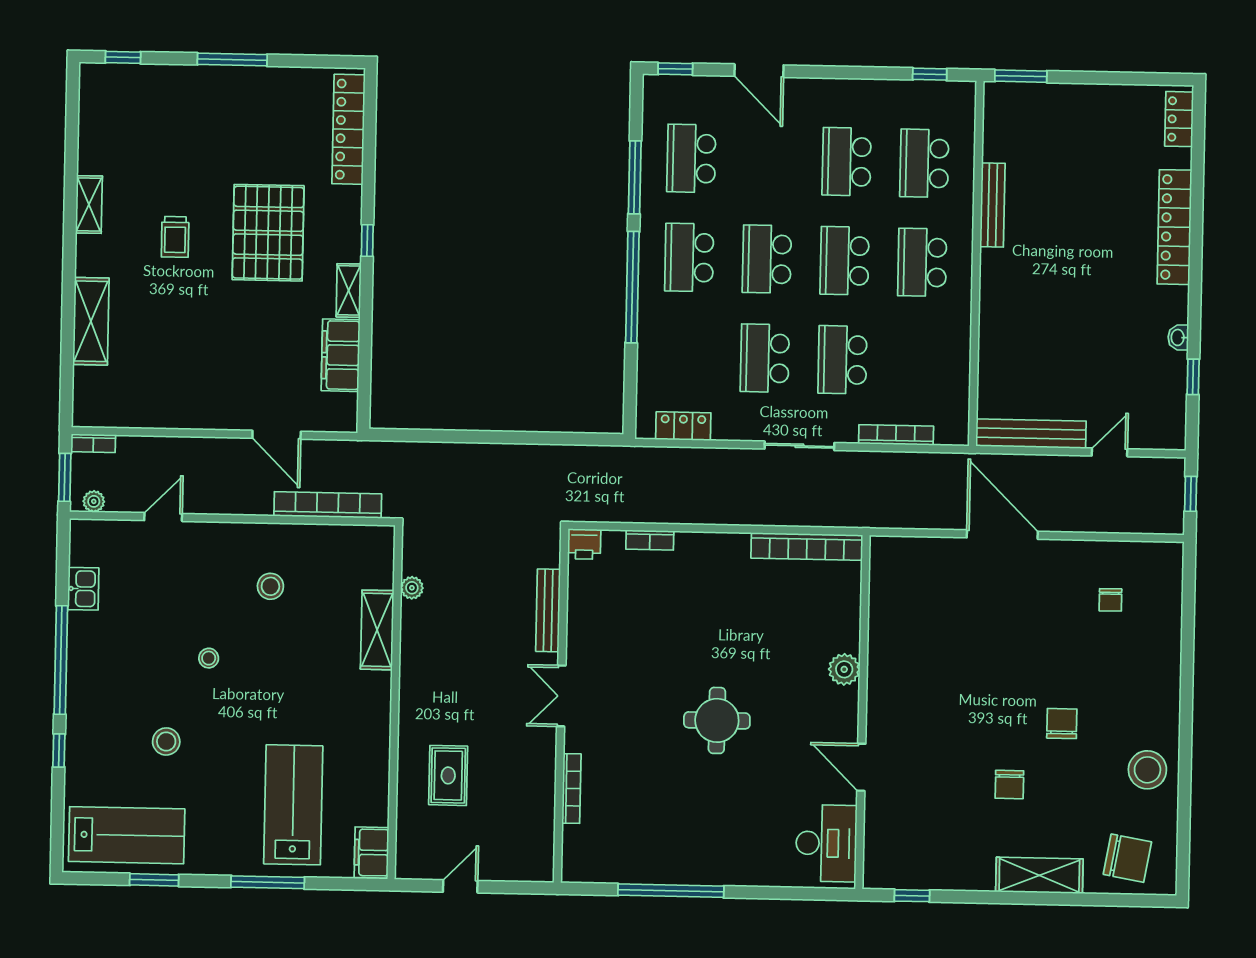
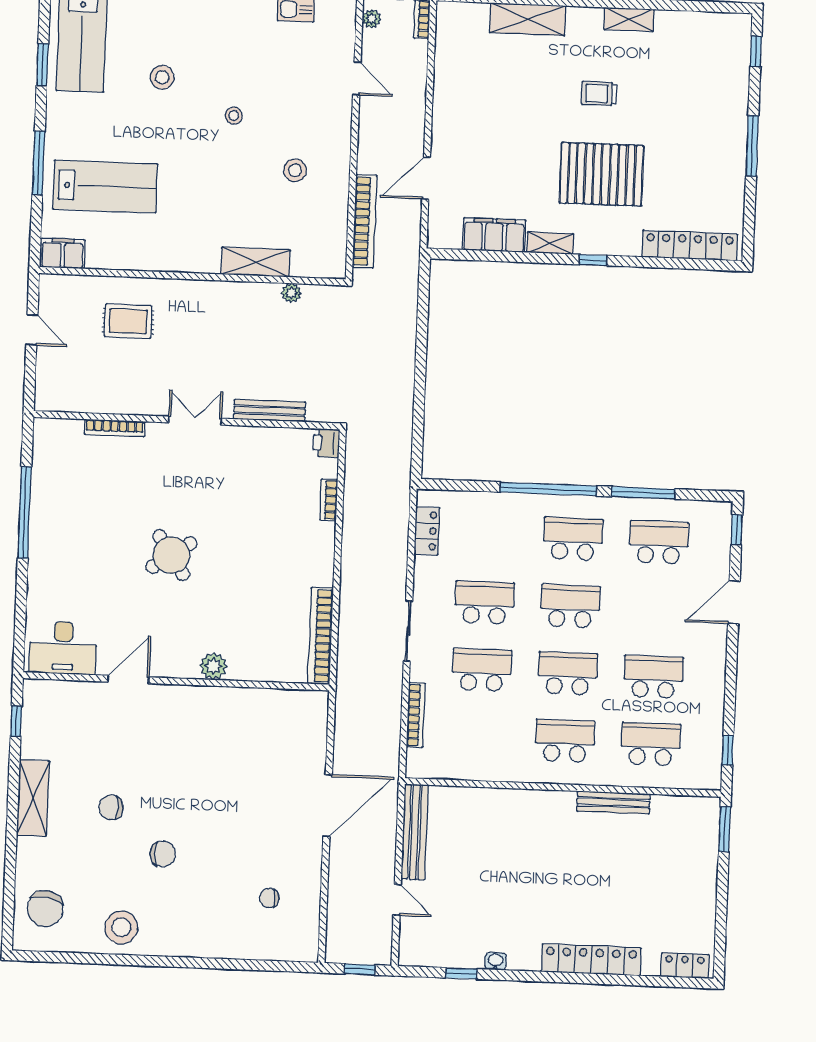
round table: (717, 720) -> (171, 555), turned -34
shelving: (1039, 875) -> (33, 798), moved

